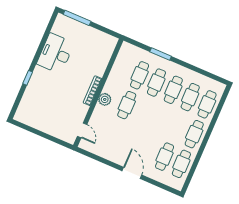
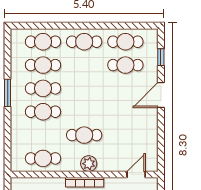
window: (161, 54) -> (8, 93), moved
cafe table: (140, 75) -> (43, 158), moved
window: (159, 185) -> (161, 57), added

